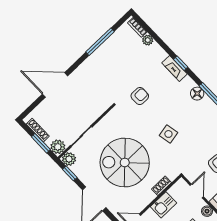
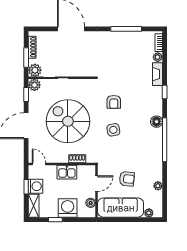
fireplace: (175, 68) -> (157, 74), moved
armchair: (140, 96) -> (114, 102), moved, turned 90

